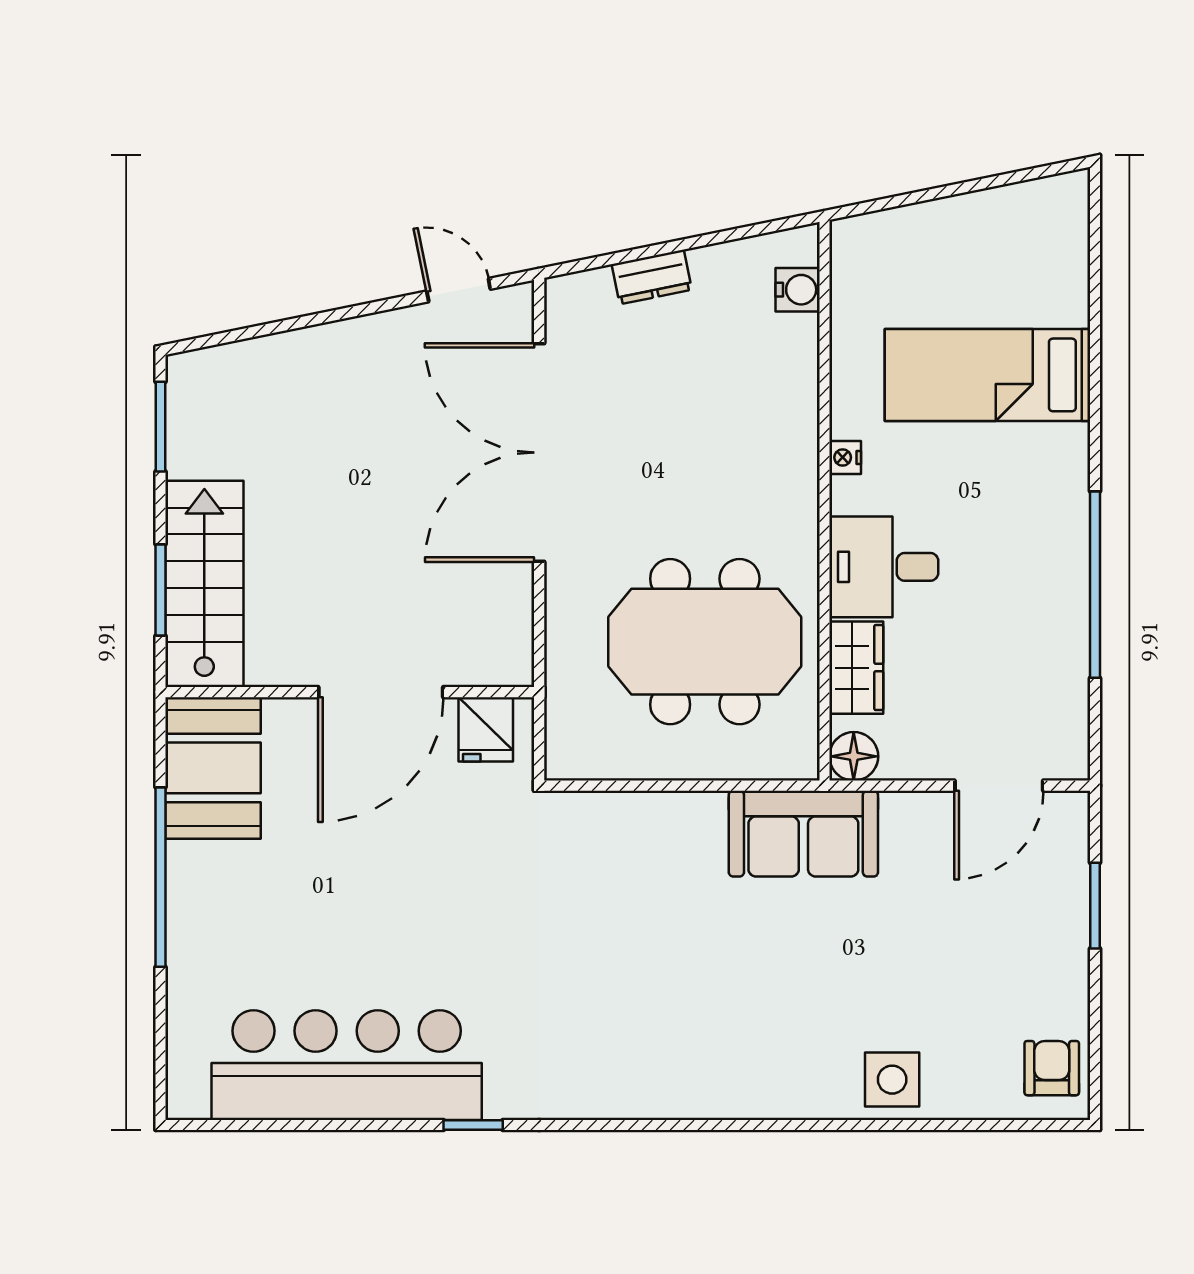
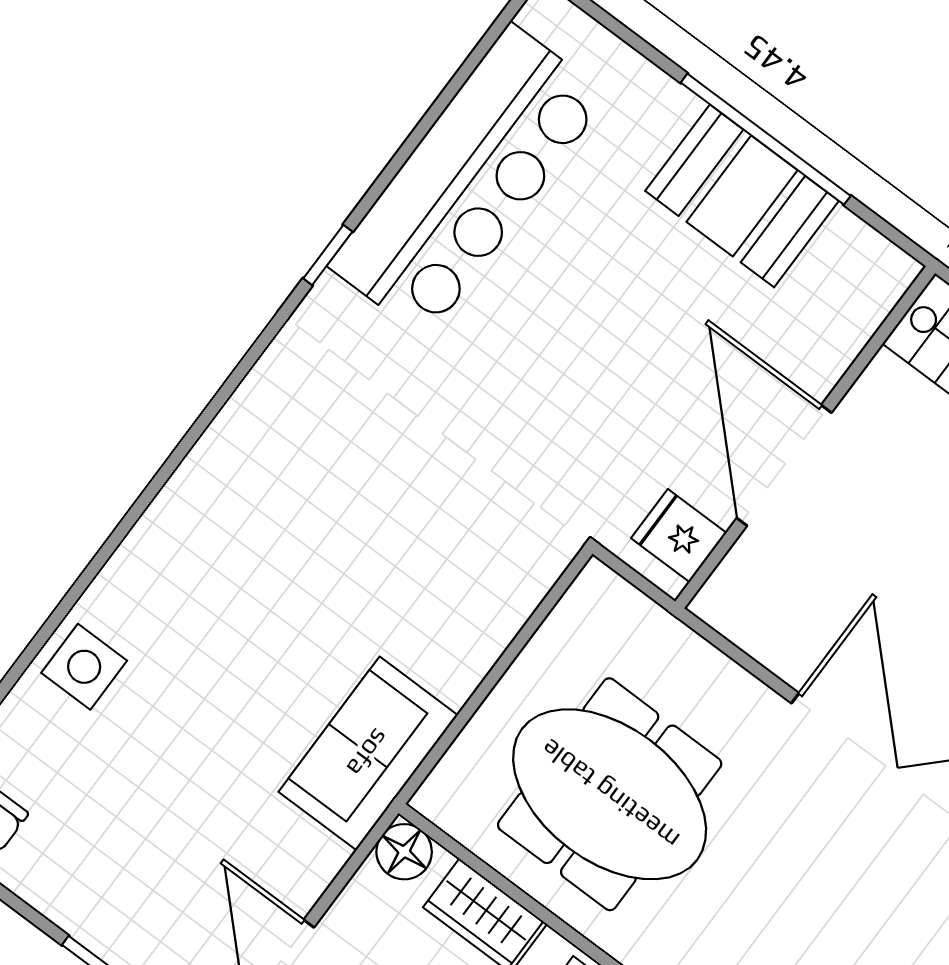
meeting table: (705, 642) -> (610, 794), turned 90
booth: (213, 768) -> (742, 196), moved

